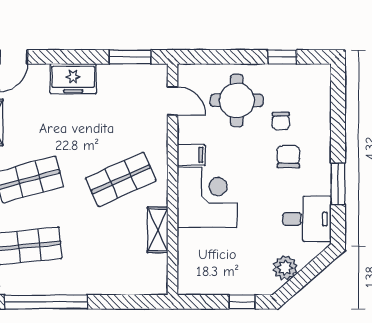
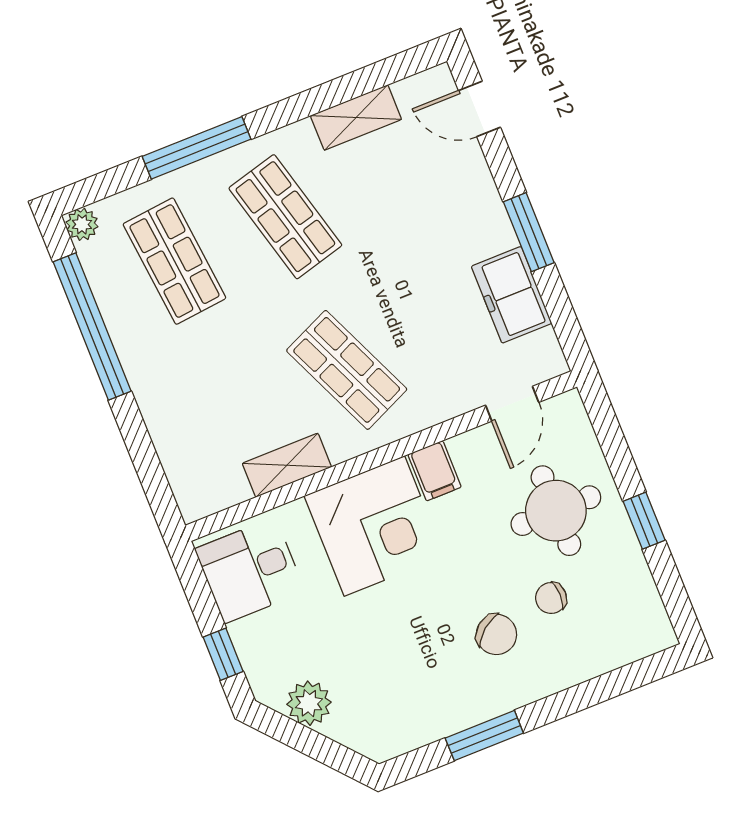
window: (130, 57) -> (529, 232), moved
window: (282, 57) -> (644, 521), moved
freezer: (73, 79) -> (512, 295), moved
chair: (288, 157) -> (496, 634), turned 51
desk: (307, 219) -> (250, 570), moved, turned 90

